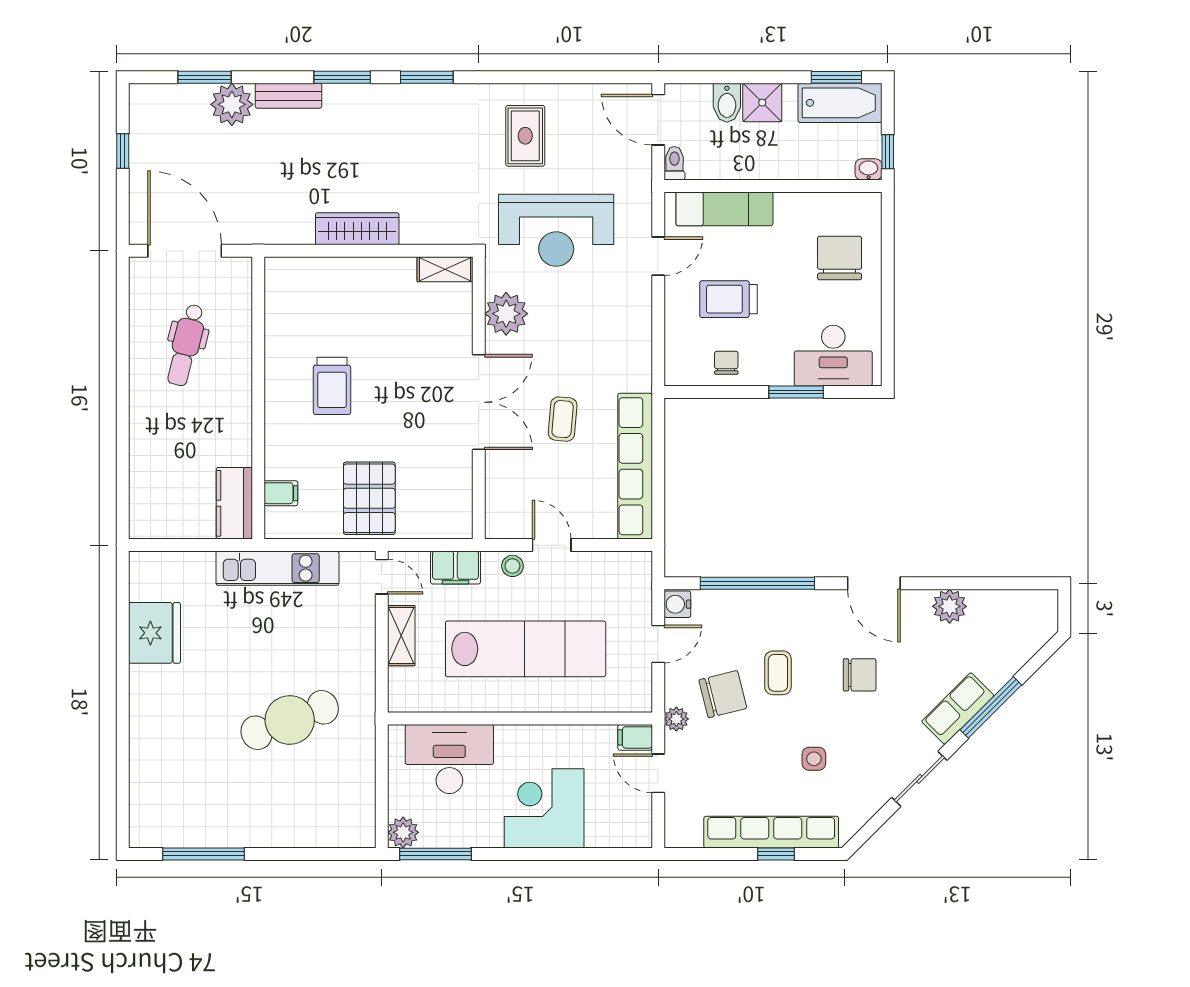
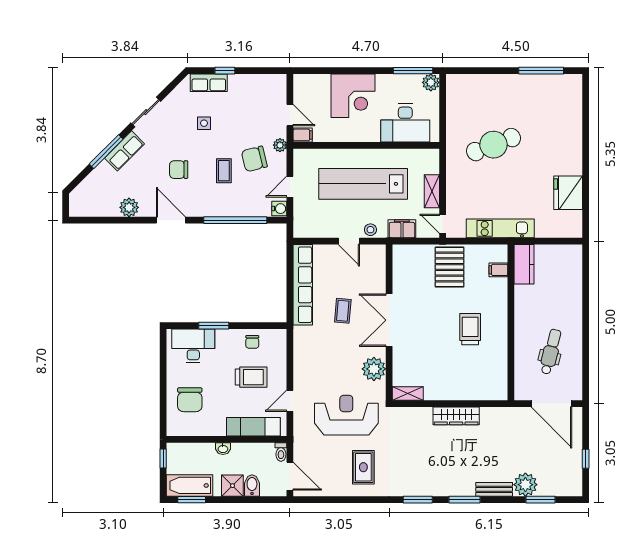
washbasin: (869, 169) -> (223, 449), moved
row of seats: (771, 832) -> (209, 83), width x0.50

